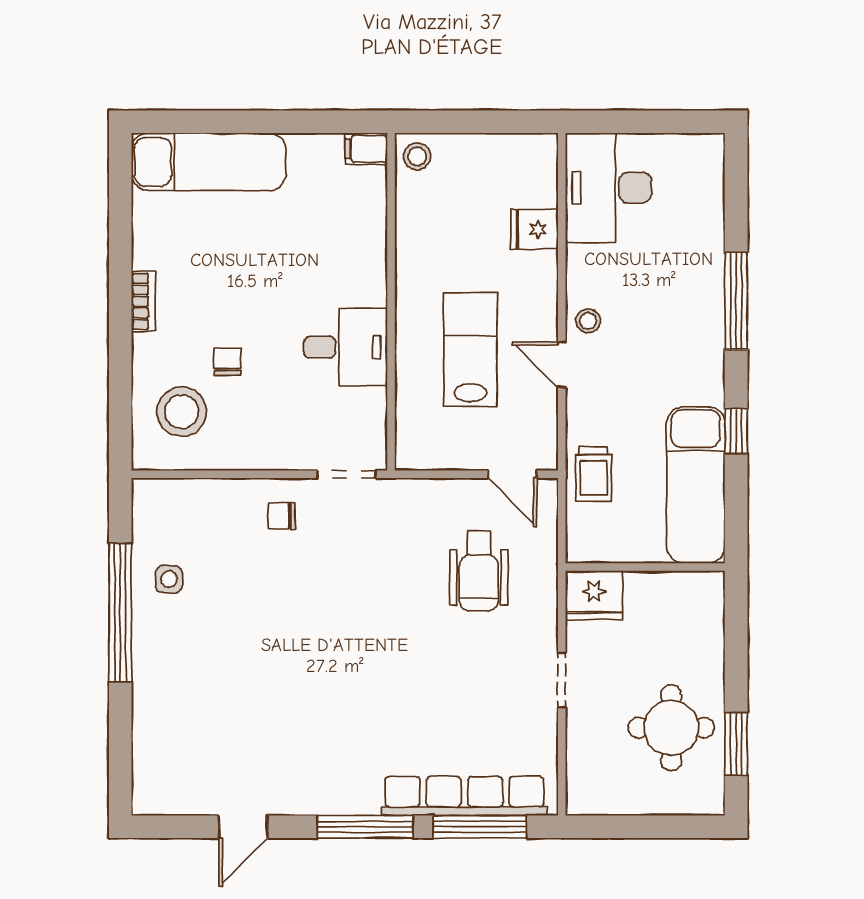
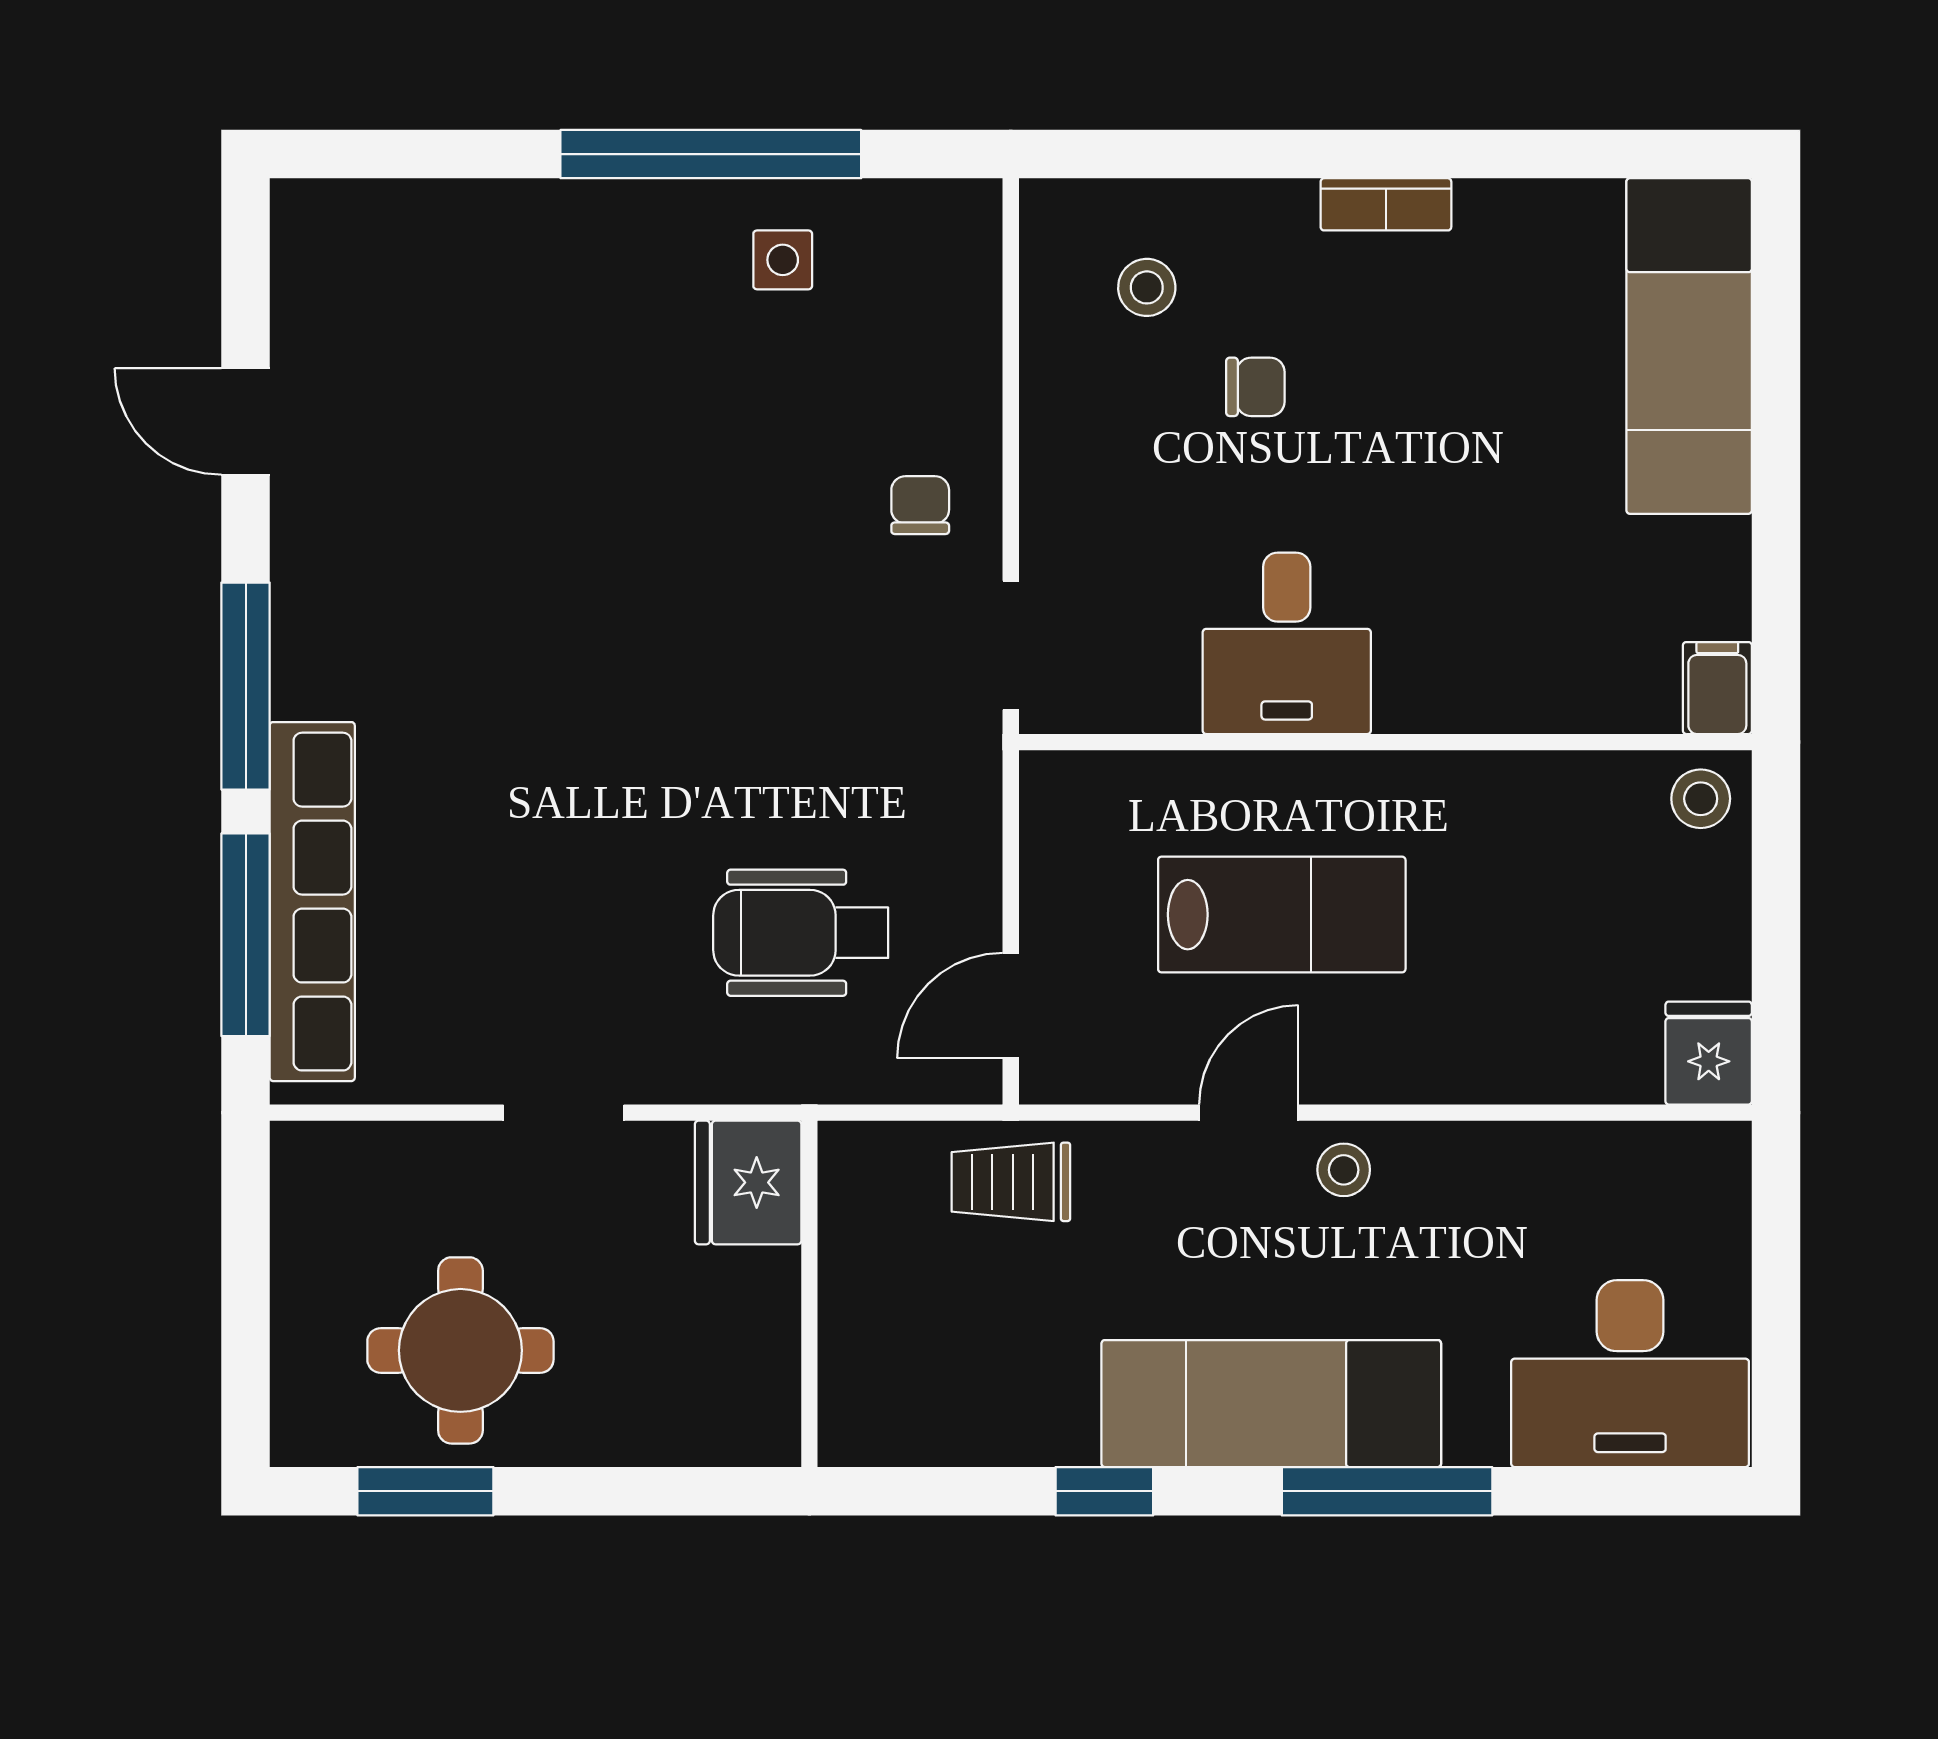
desk: (608, 188) -> (1630, 1374), moved, turned 180
fridge: (534, 229) -> (1709, 1053), moved
stool: (182, 412) -> (1147, 287), width x0.53, depth x0.53
exam couch: (696, 485) -> (1271, 1404), moved

